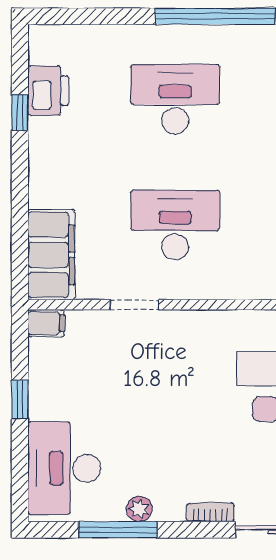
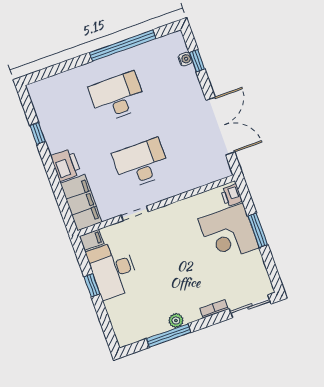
printer: (48, 91) -> (66, 165), moved
desk: (64, 468) -> (113, 270), moved

